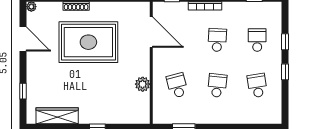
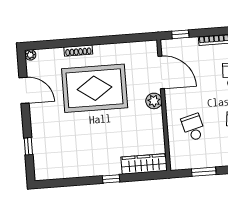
plant: (143, 84) -> (154, 101), moved
wardrobe: (57, 116) -> (144, 164), moved

